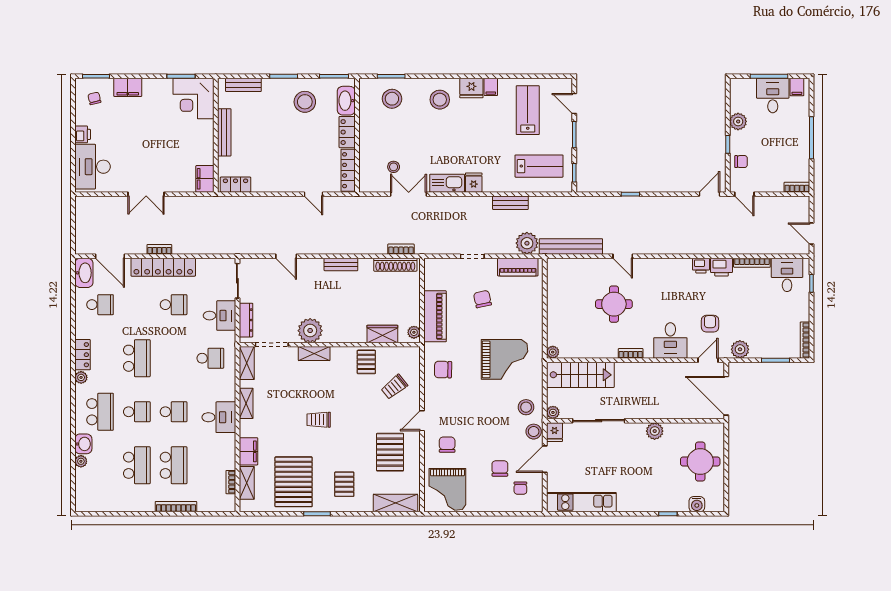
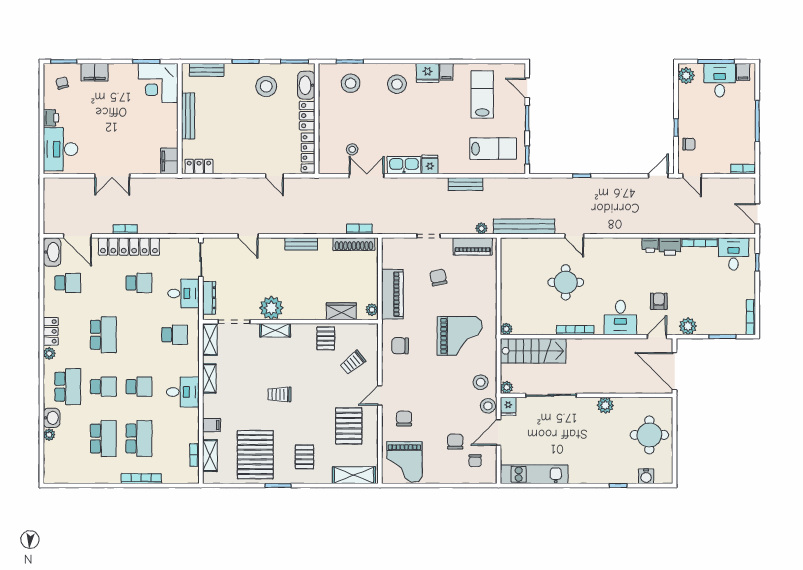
plant: (738, 121) -> (686, 76), moved
plant: (527, 243) -> (481, 228), width x0.53, depth x0.53
bookcase: (631, 353) -> (575, 330), width x1.56
filing cabinet: (248, 451) -> (212, 425), width x0.50

